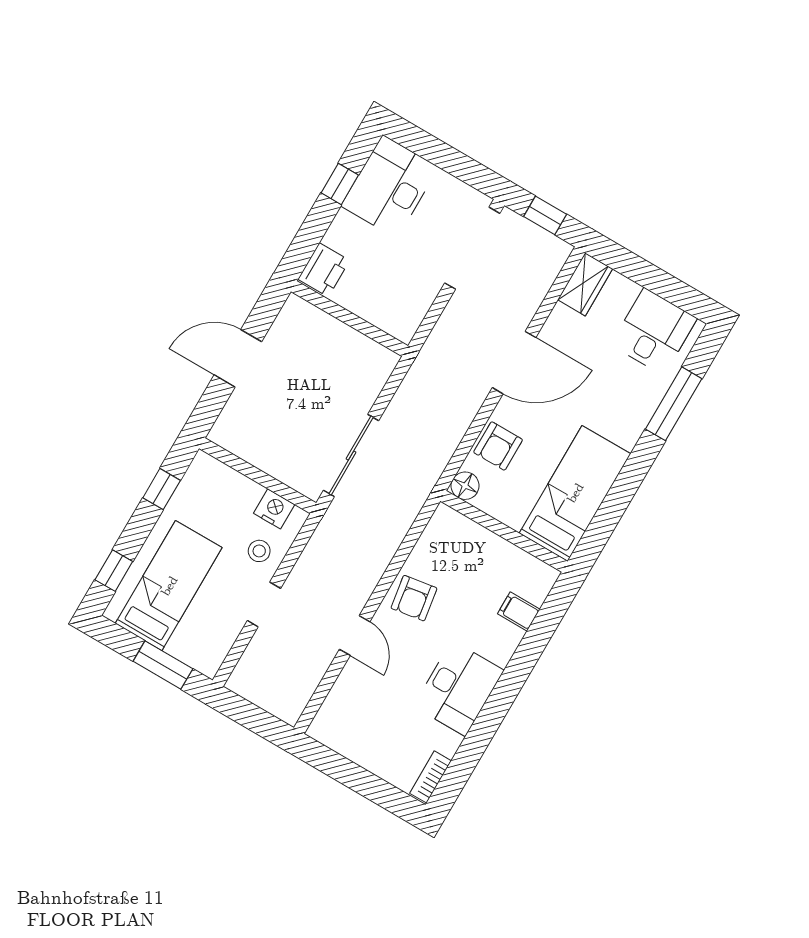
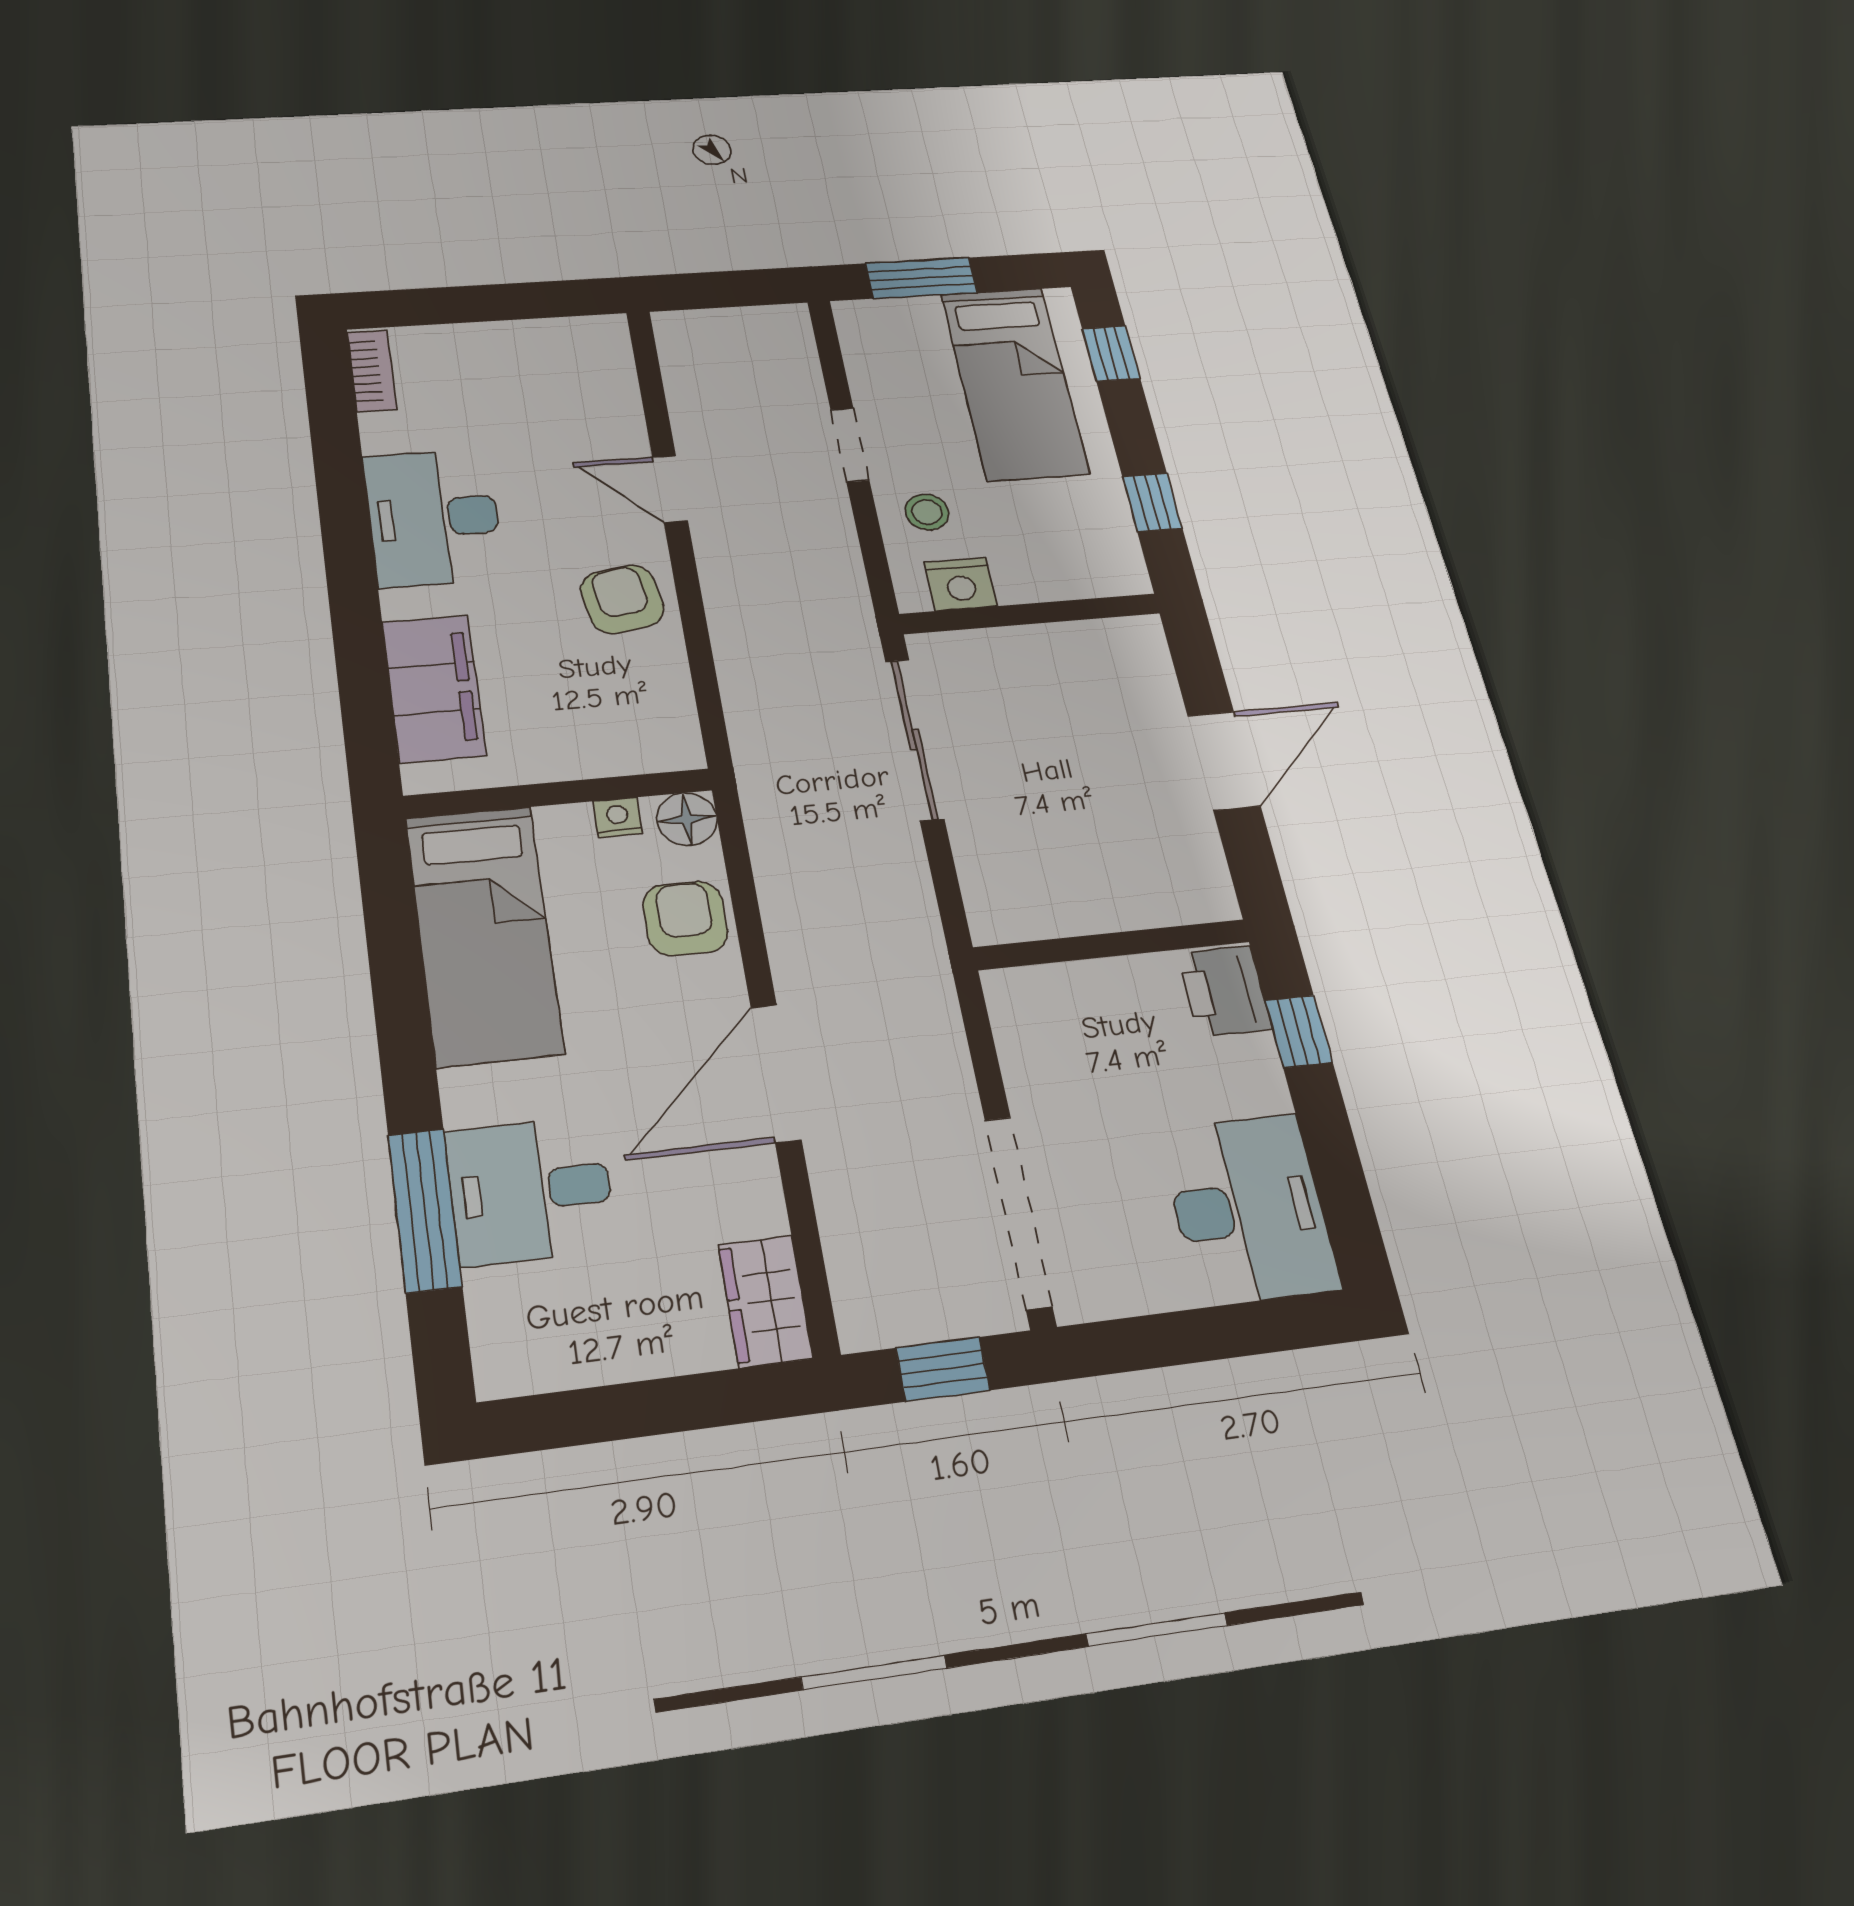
window: (340, 184) -> (1299, 1031), moved
desk: (654, 331) -> (531, 1190), moved, turned 90
nightstand: (490, 505) -> (618, 817), added
filing cabinet: (519, 611) -> (434, 688), width x3.00, depth x1.17

